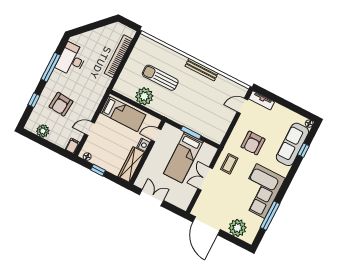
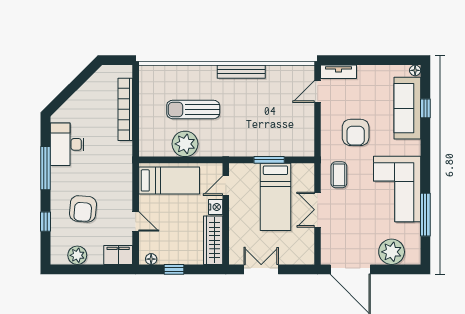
door: (89, 128) -> (136, 221), swing flipped
filing cabinet: (72, 146) -> (118, 255), width x2.00

